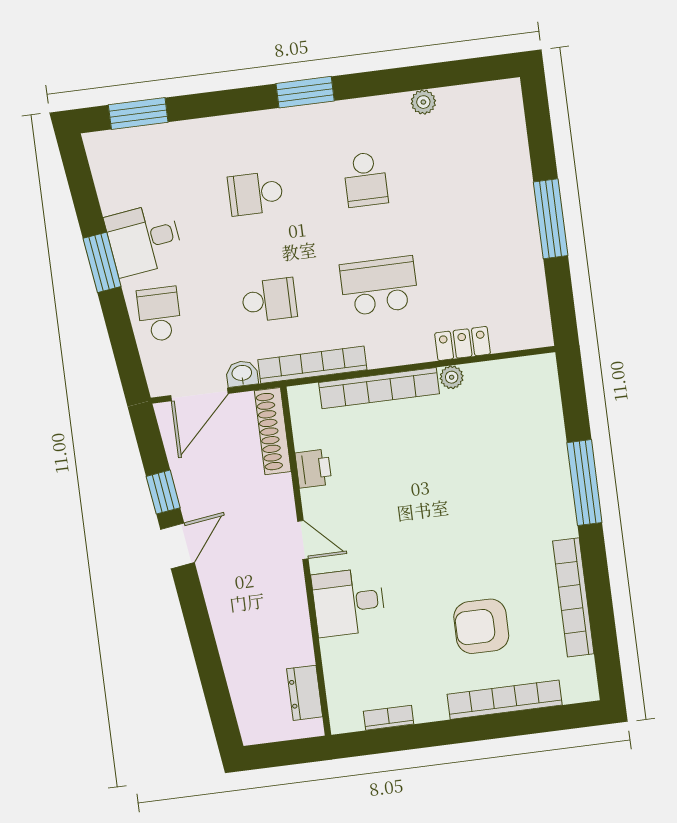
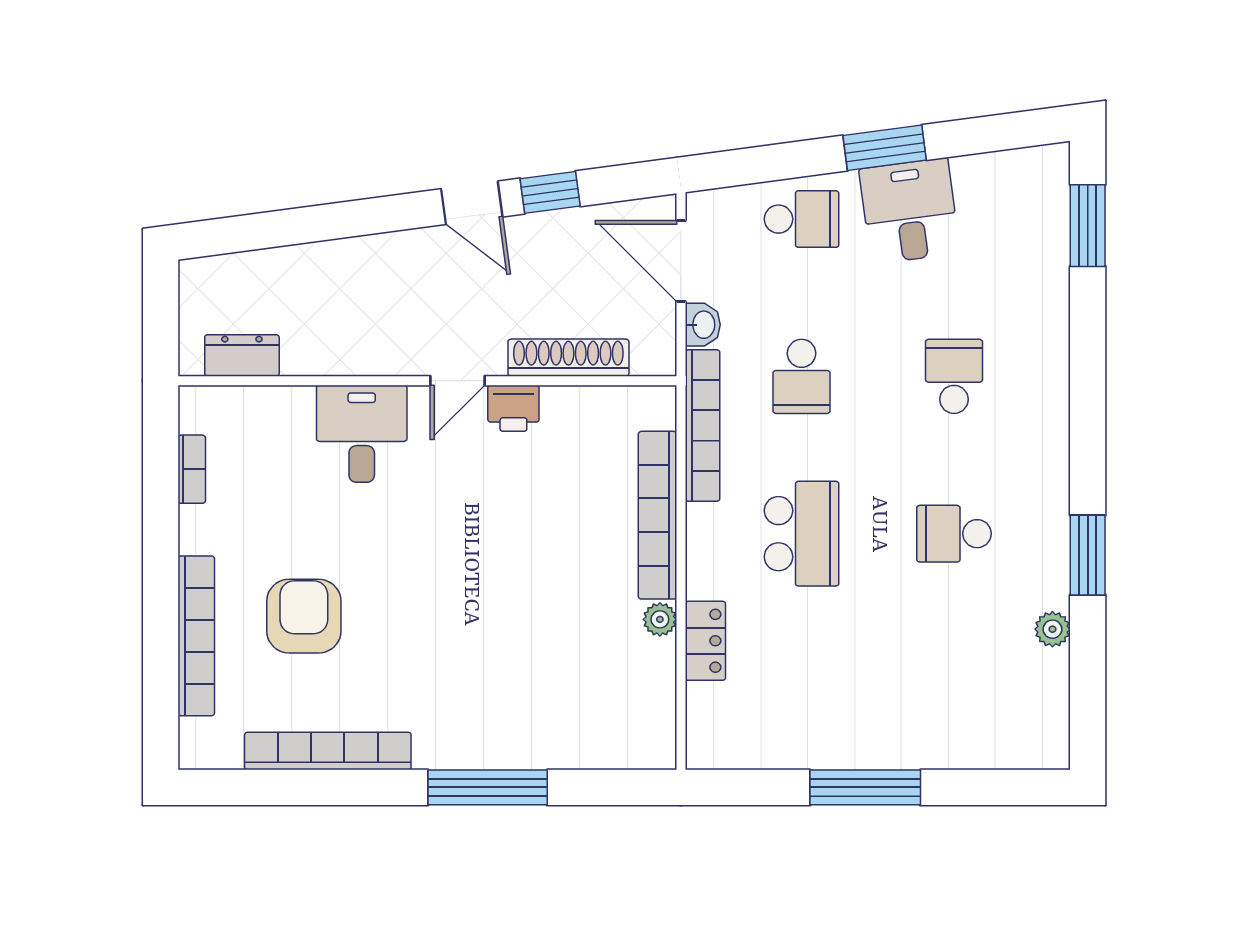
window: (305, 92) -> (1088, 555), moved
shoe rack: (273, 431) -> (568, 358), moved
printer: (313, 469) -> (513, 408), moved

